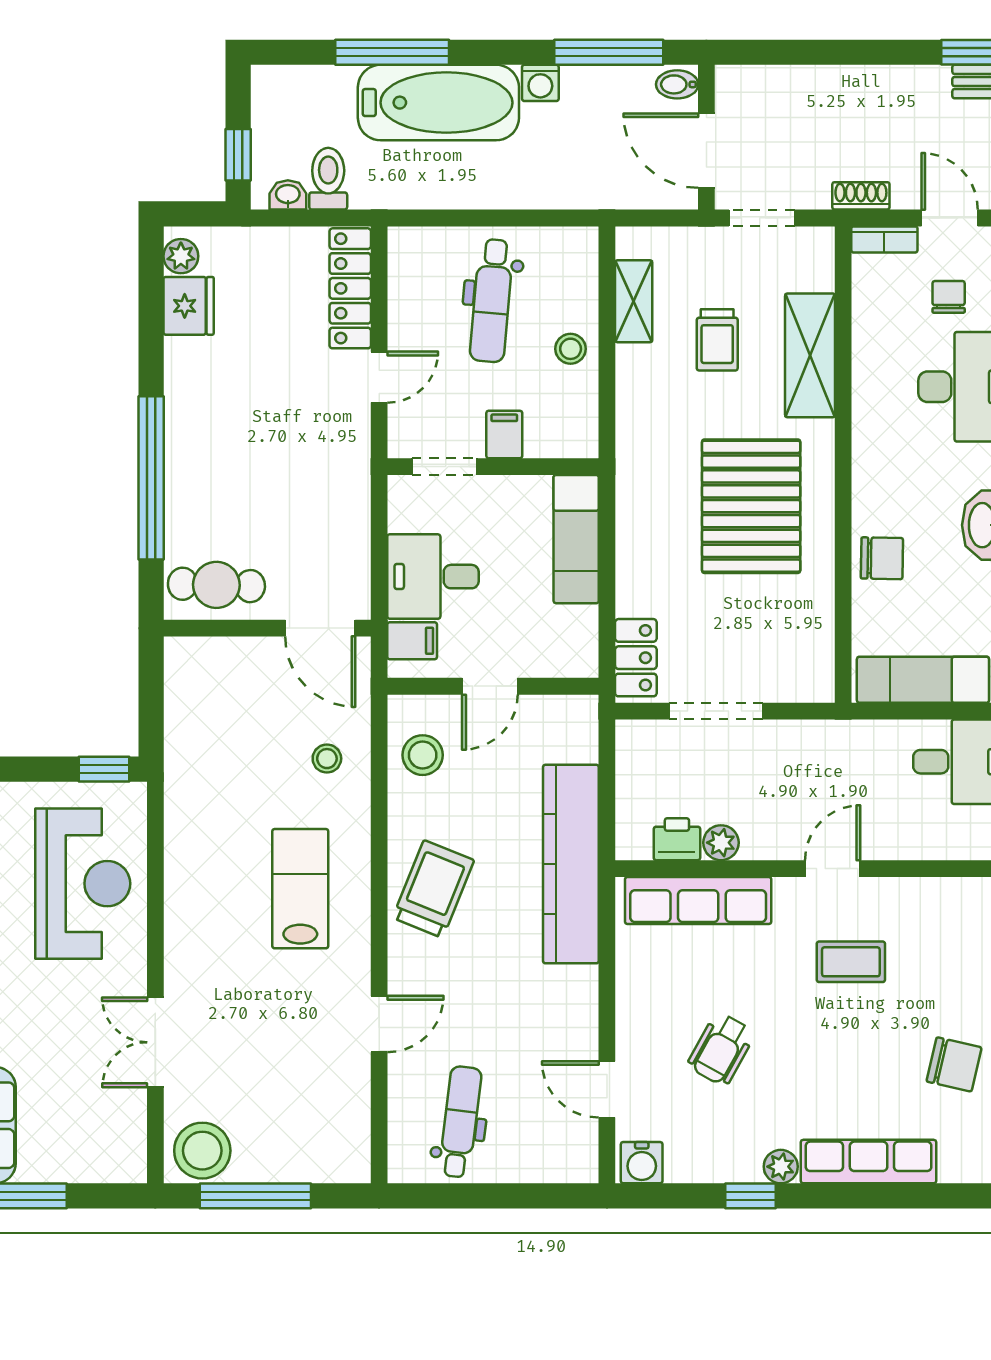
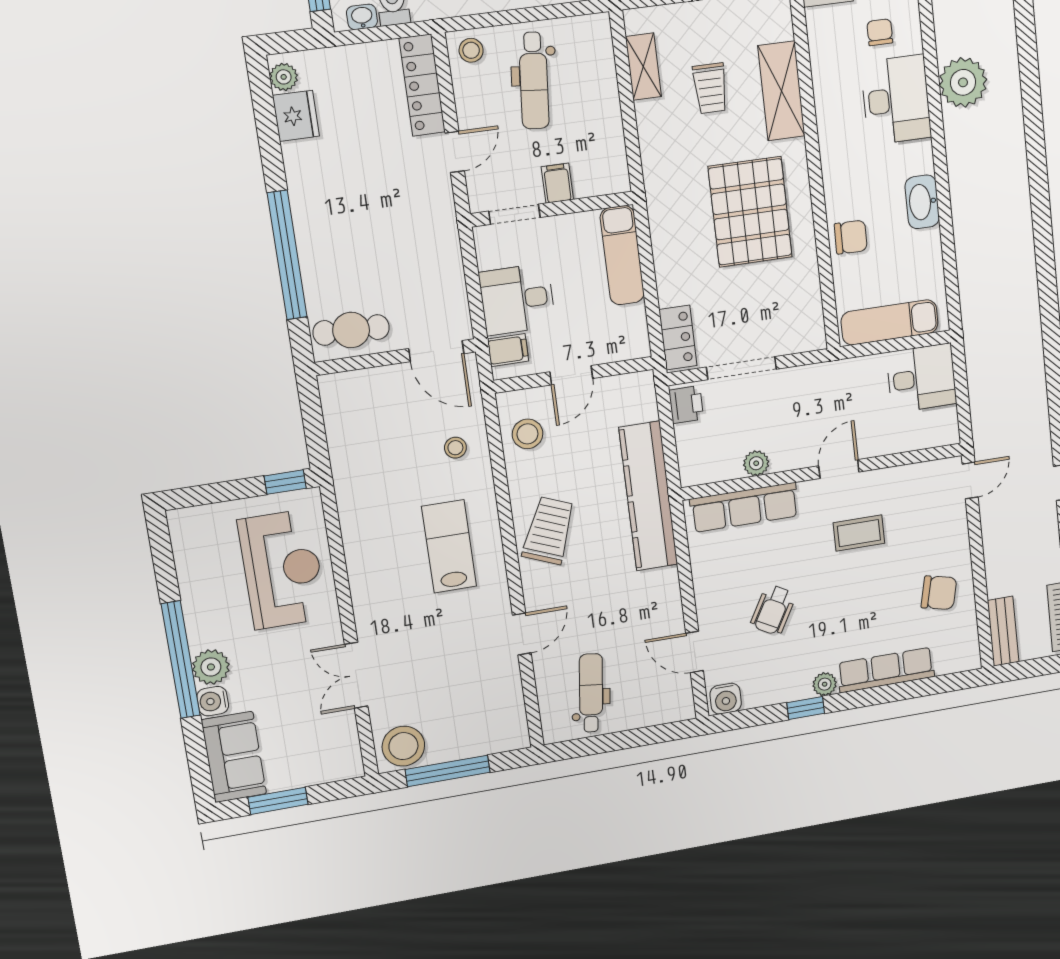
stool: (571, 349) -> (471, 50), moved
printer: (677, 839) -> (686, 405), moved, turned 90

